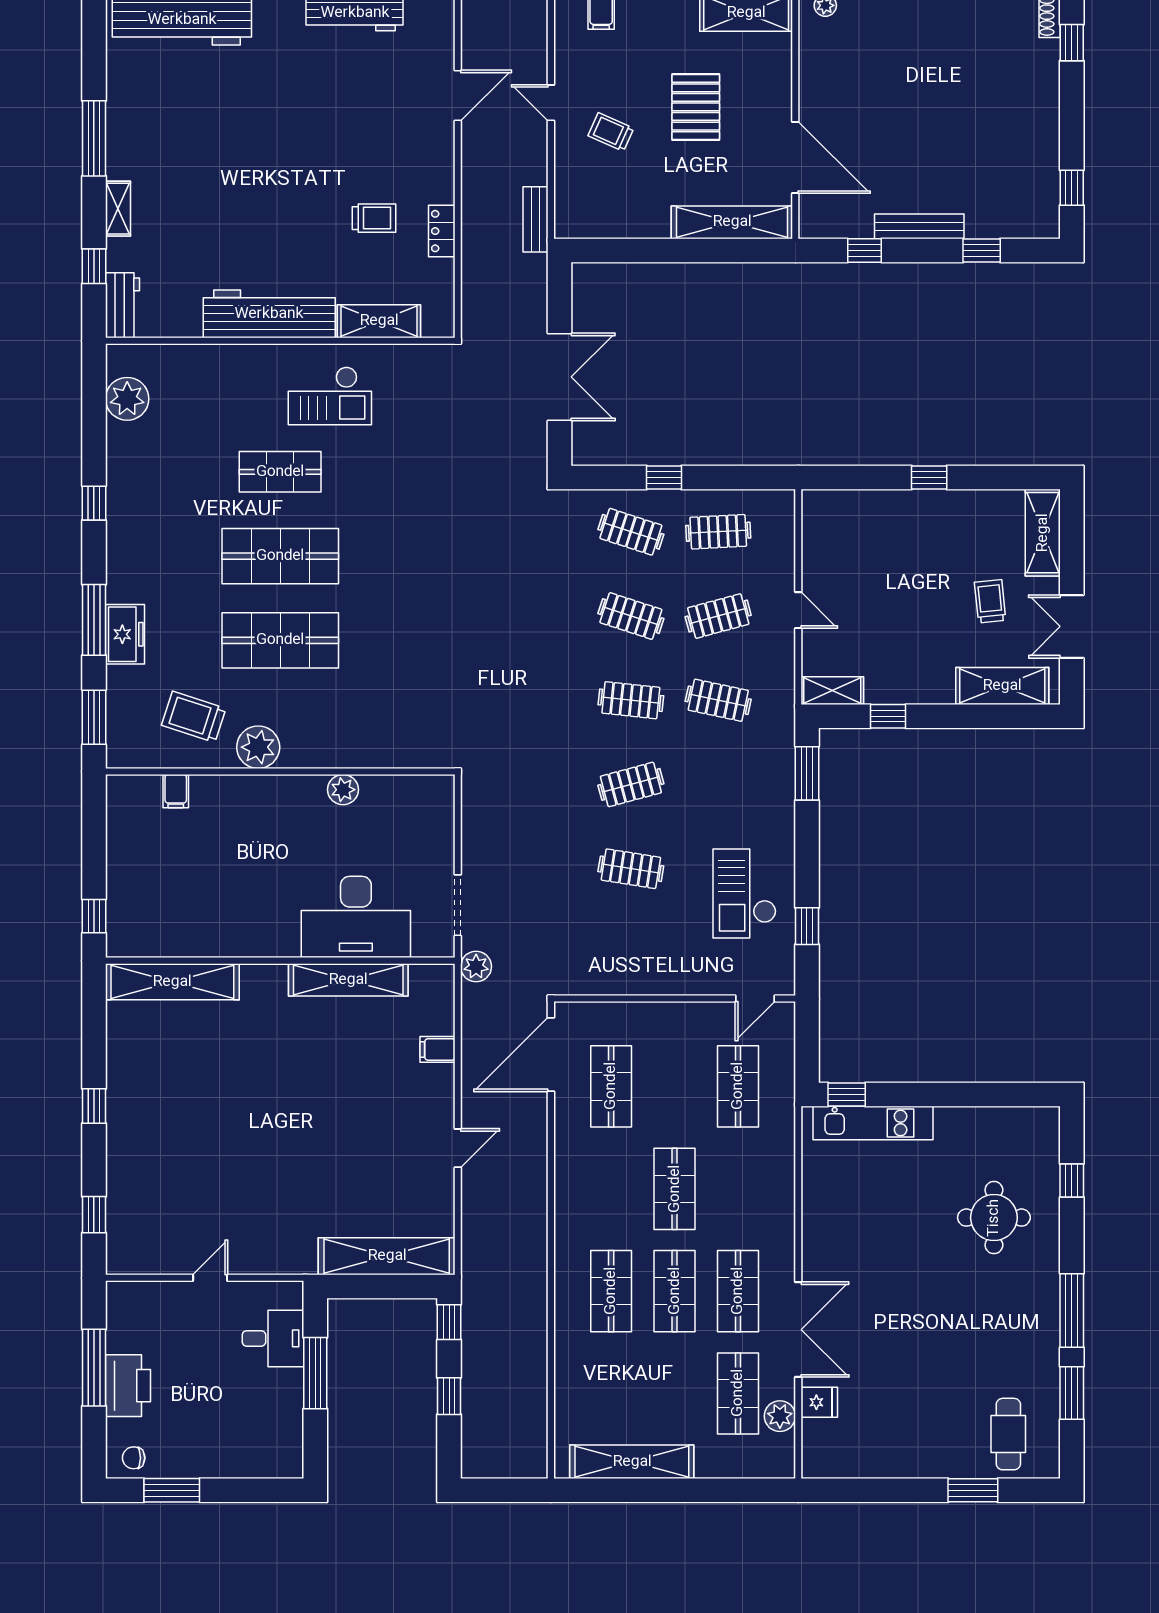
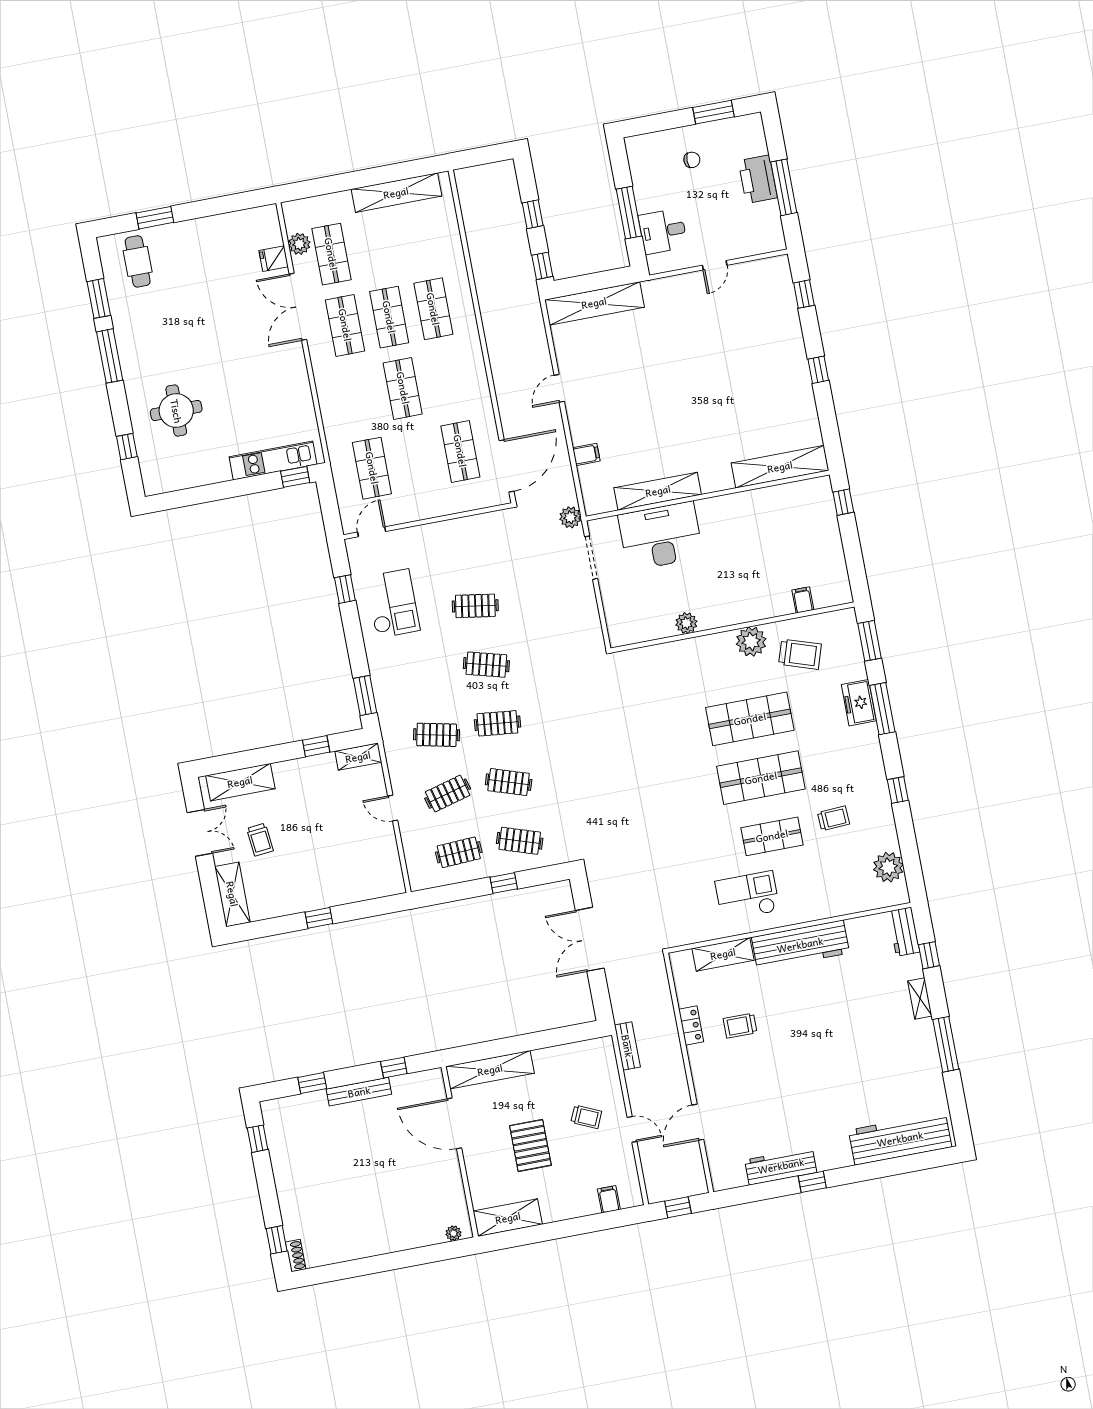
trolley: (190, 481) -> (834, 818), added
clothes rail: (631, 784) -> (486, 665), turned 30
chair: (134, 1458) -> (692, 160), moved

